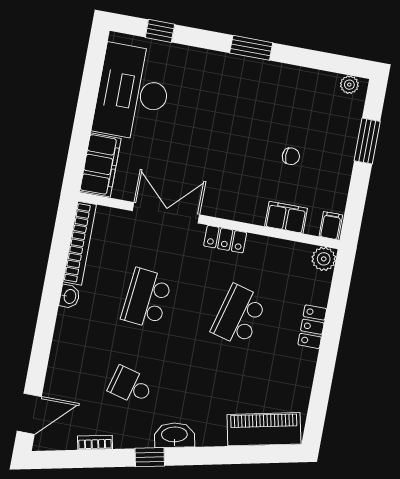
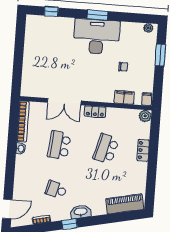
desk: (133, 92) -> (97, 37), moved, turned 90
filing cabinet: (100, 165) -> (29, 81), removed
double door: (166, 213) -> (64, 102), swing flipped

